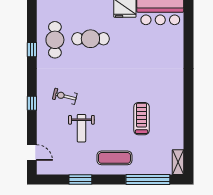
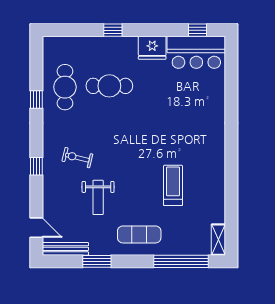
bench: (55, 169) -> (65, 249), added

